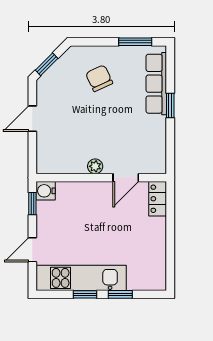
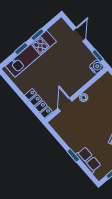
row of seats: (156, 84) -> (88, 160), width x0.68
locker: (158, 199) -> (38, 103), width x1.53
kitchen unit: (81, 278) -> (31, 54), moved

